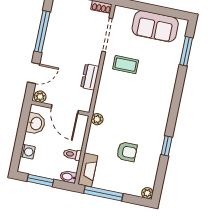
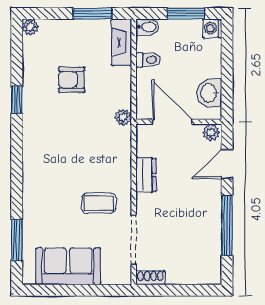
washing machine: (28, 152) -> (212, 28), moved
window: (103, 193) -> (92, 14), width x0.69

